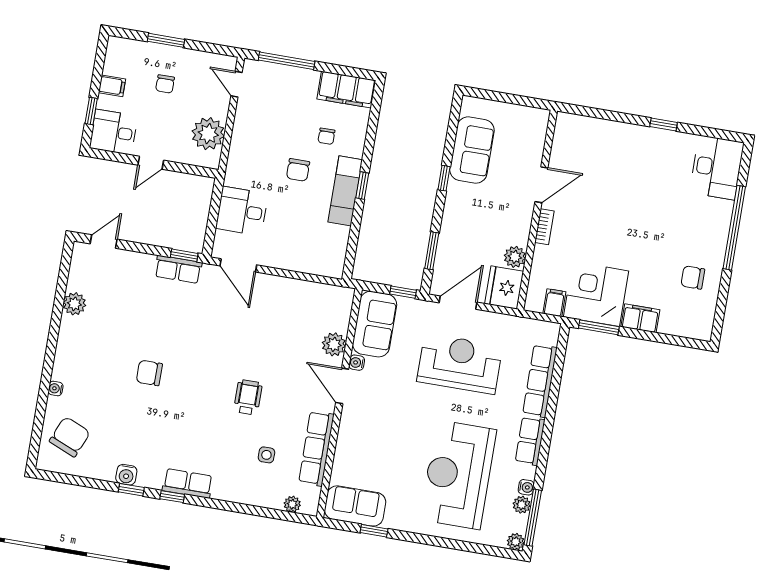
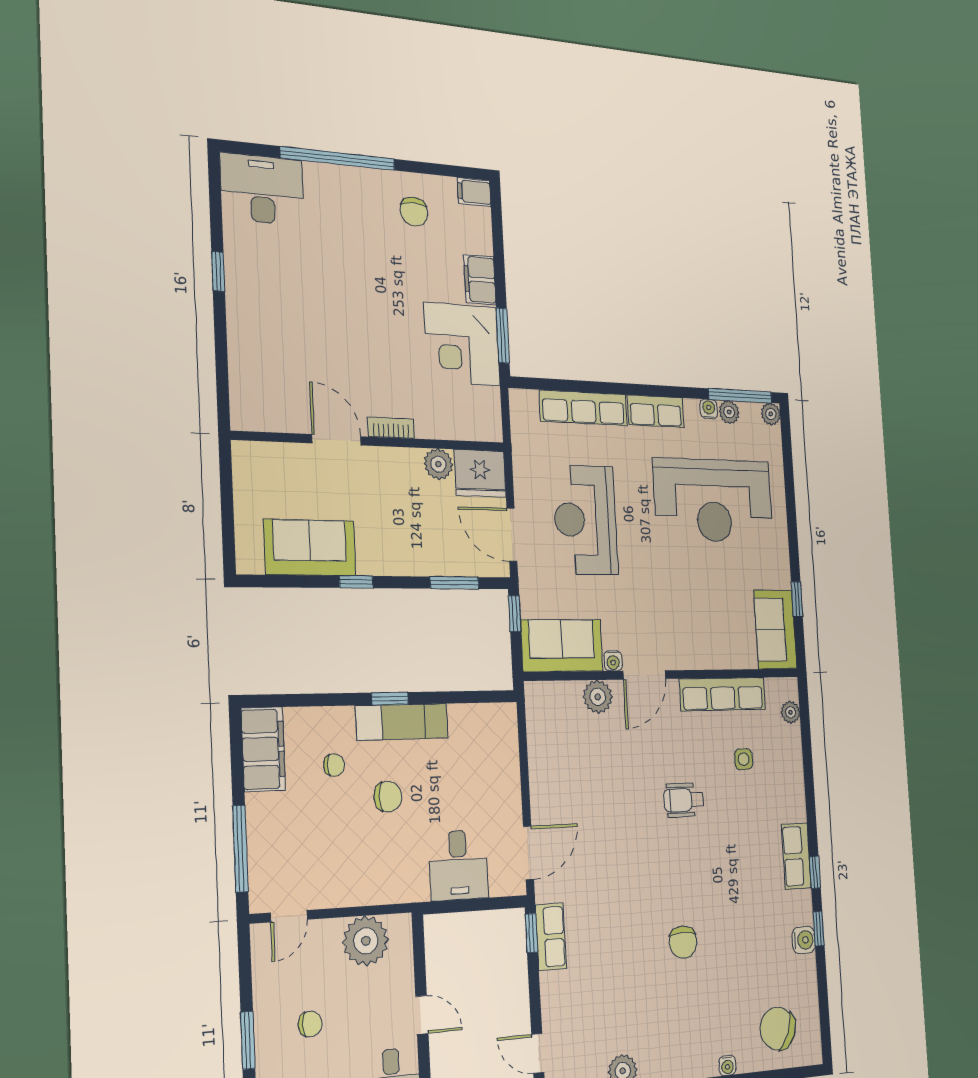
filing cabinet: (554, 303) -> (474, 192), moved

